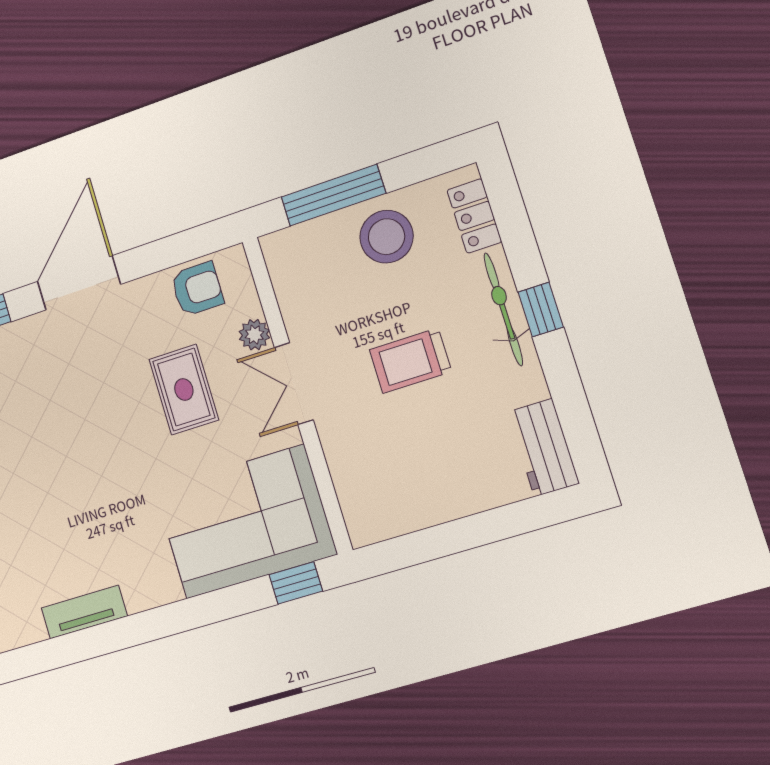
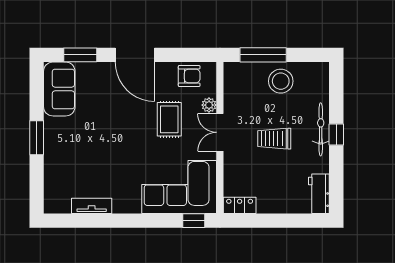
locker: (474, 216) -> (240, 205), moved, turned 90
door: (79, 283) -> (135, 55), swing flipped

